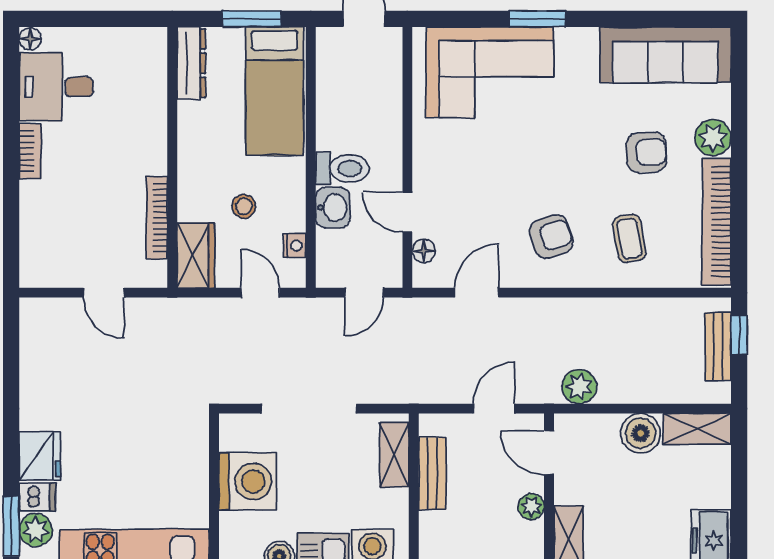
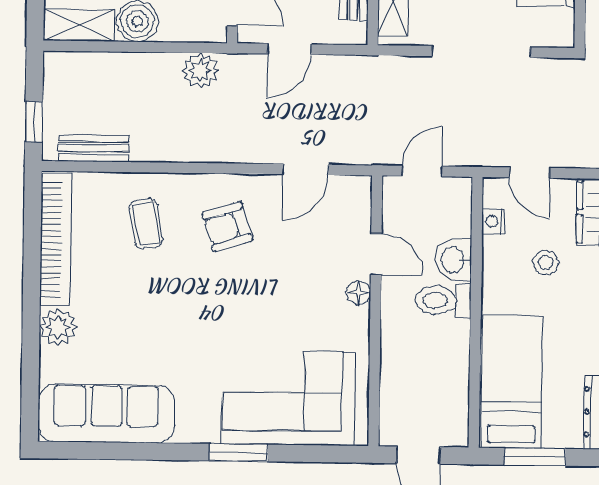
armchair: (646, 152) -> (127, 313), removed
floor lamp: (424, 251) -> (359, 293), moved
bench: (718, 347) -> (94, 148), moved, turned 90

